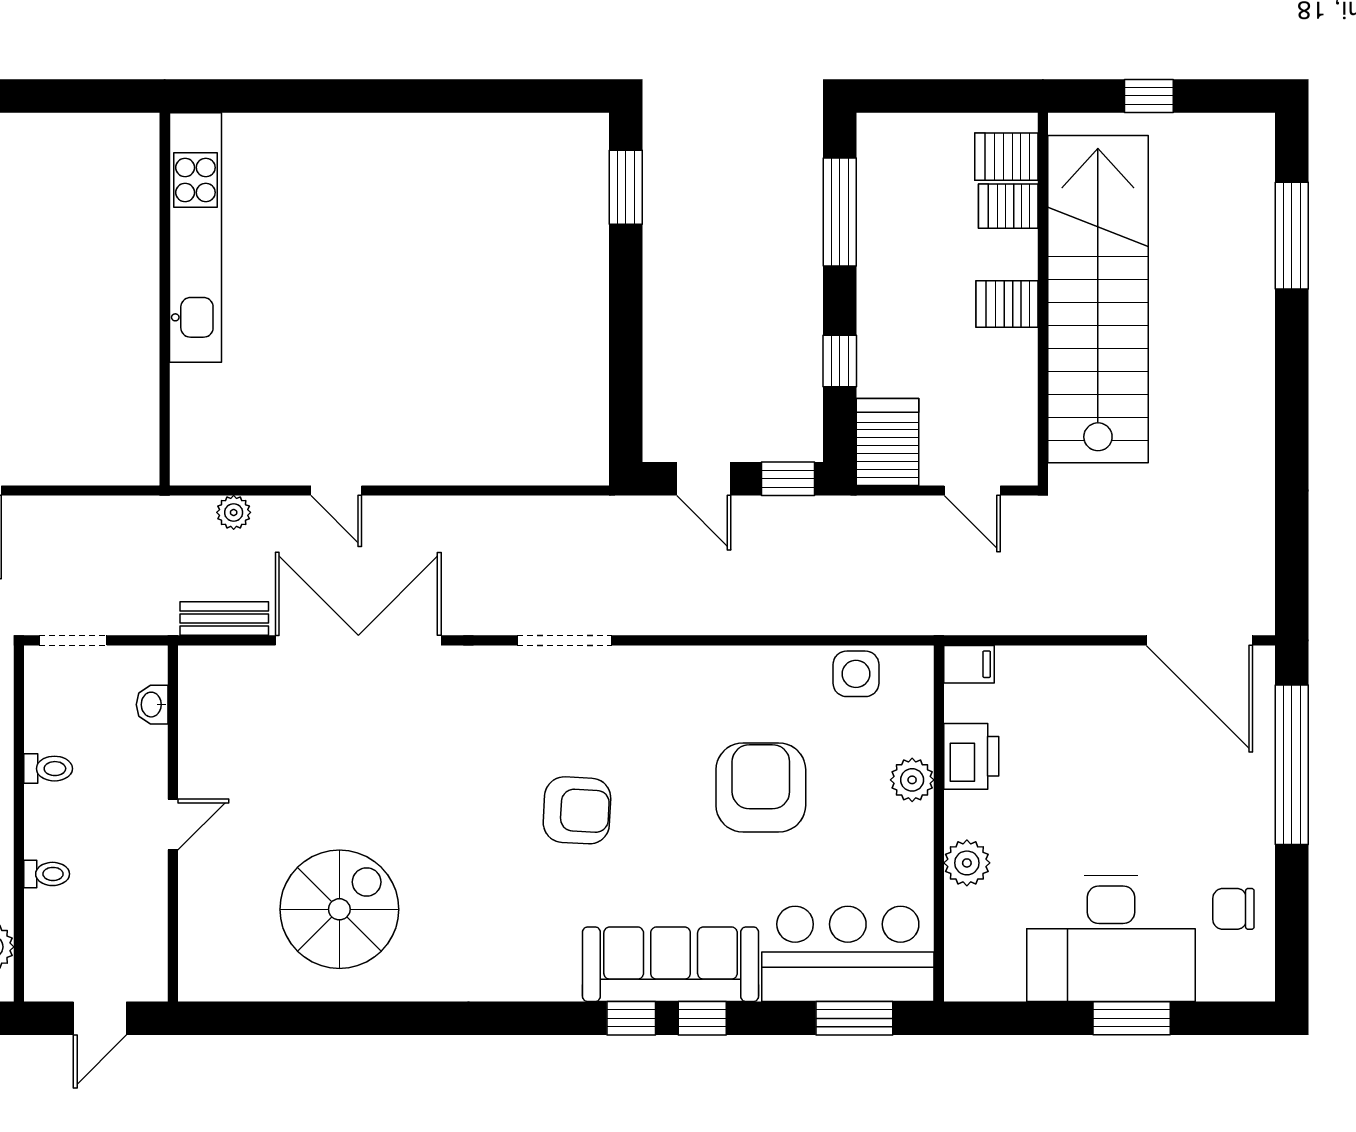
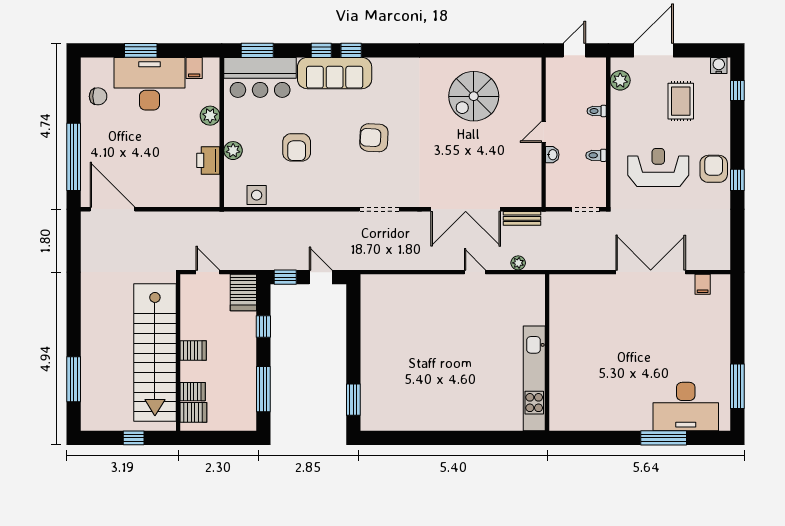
filing cabinet: (969, 664) -> (194, 68), moved, turned -90
washbasin: (152, 705) -> (552, 155), moved
armchair: (761, 787) -> (297, 147), width x0.73, depth x0.73

